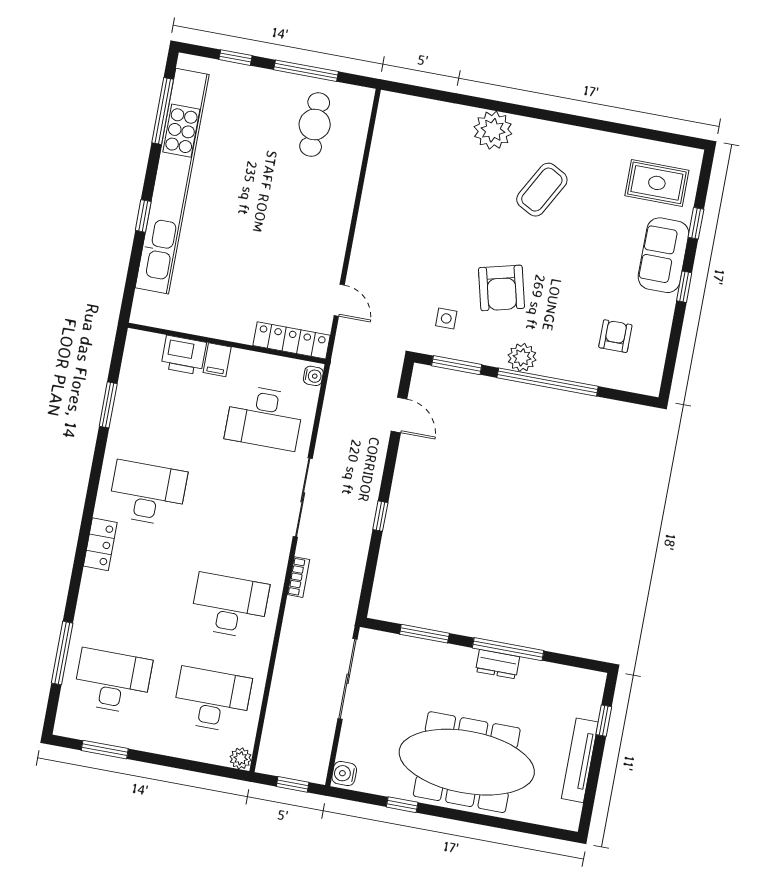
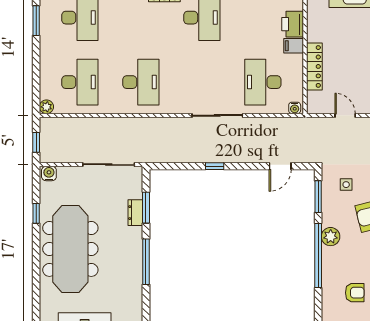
door: (339, 300) -> (345, 115), swing flipped
locker: (292, 340) -> (314, 66), moved
bookcase: (298, 577) -> (167, 122), removed
dresser: (498, 664) -> (135, 213), moved

